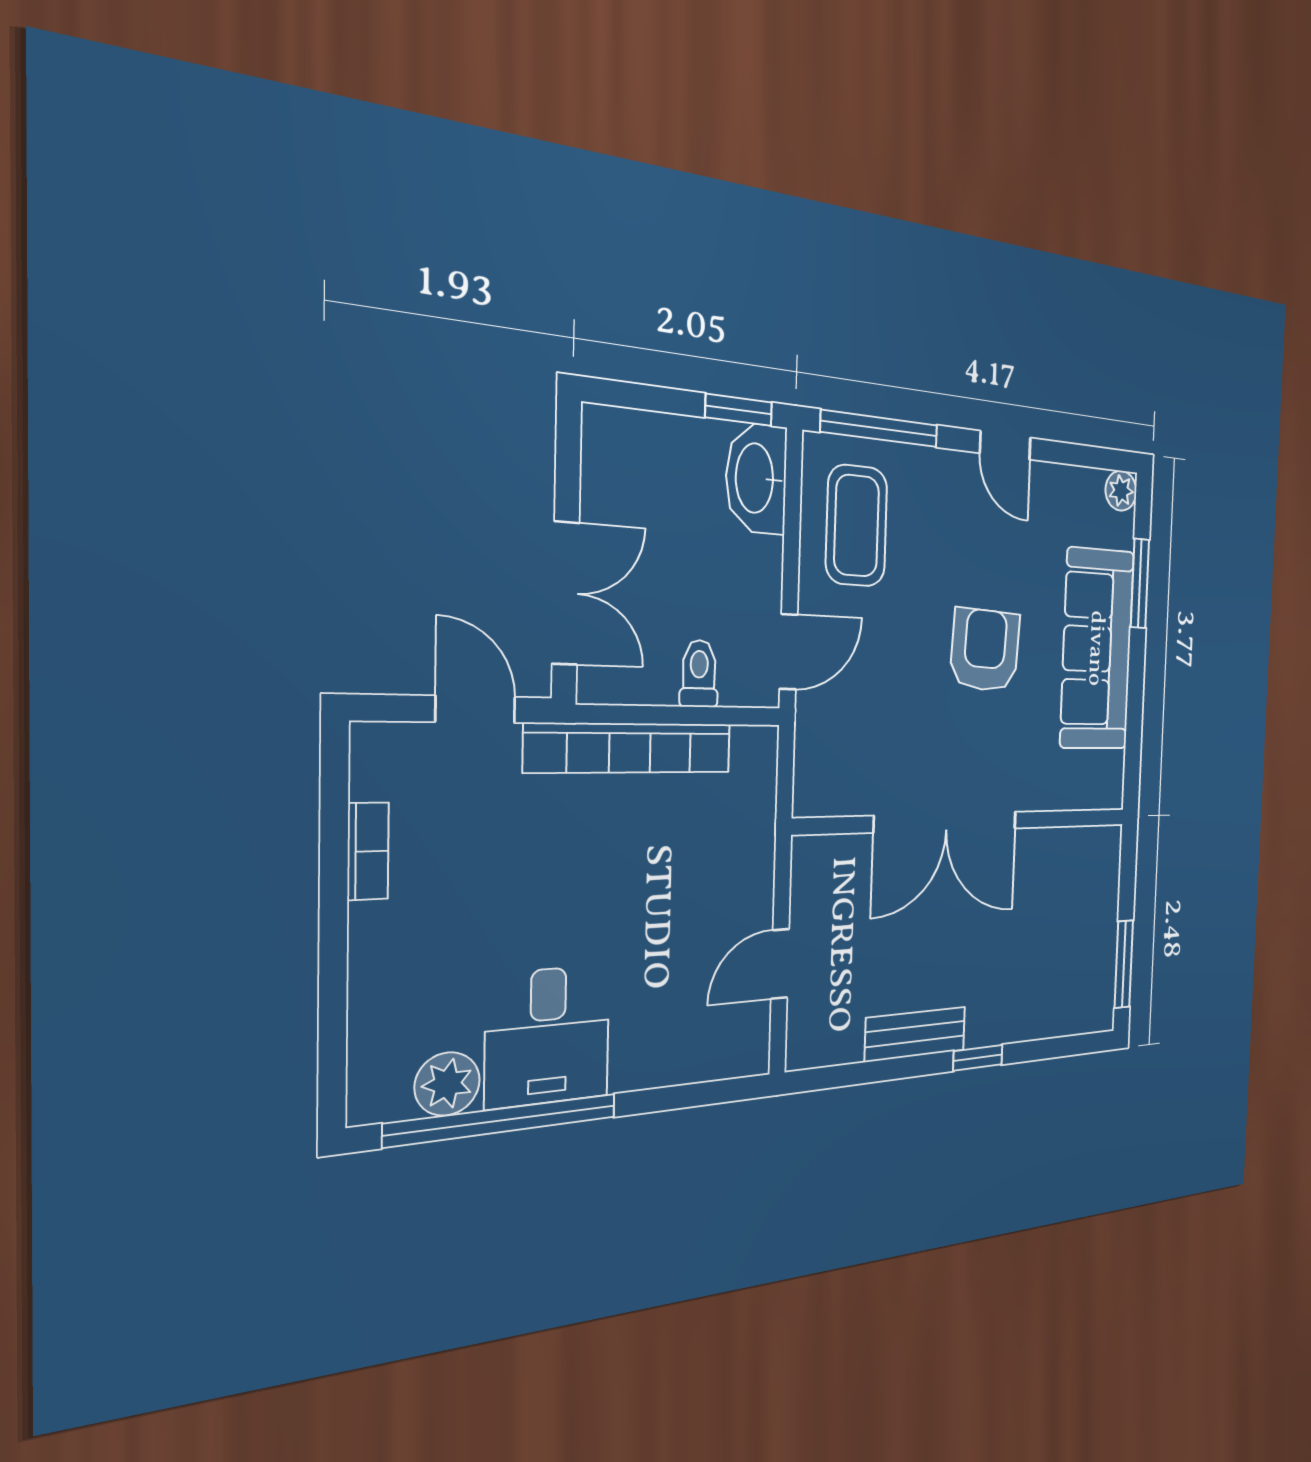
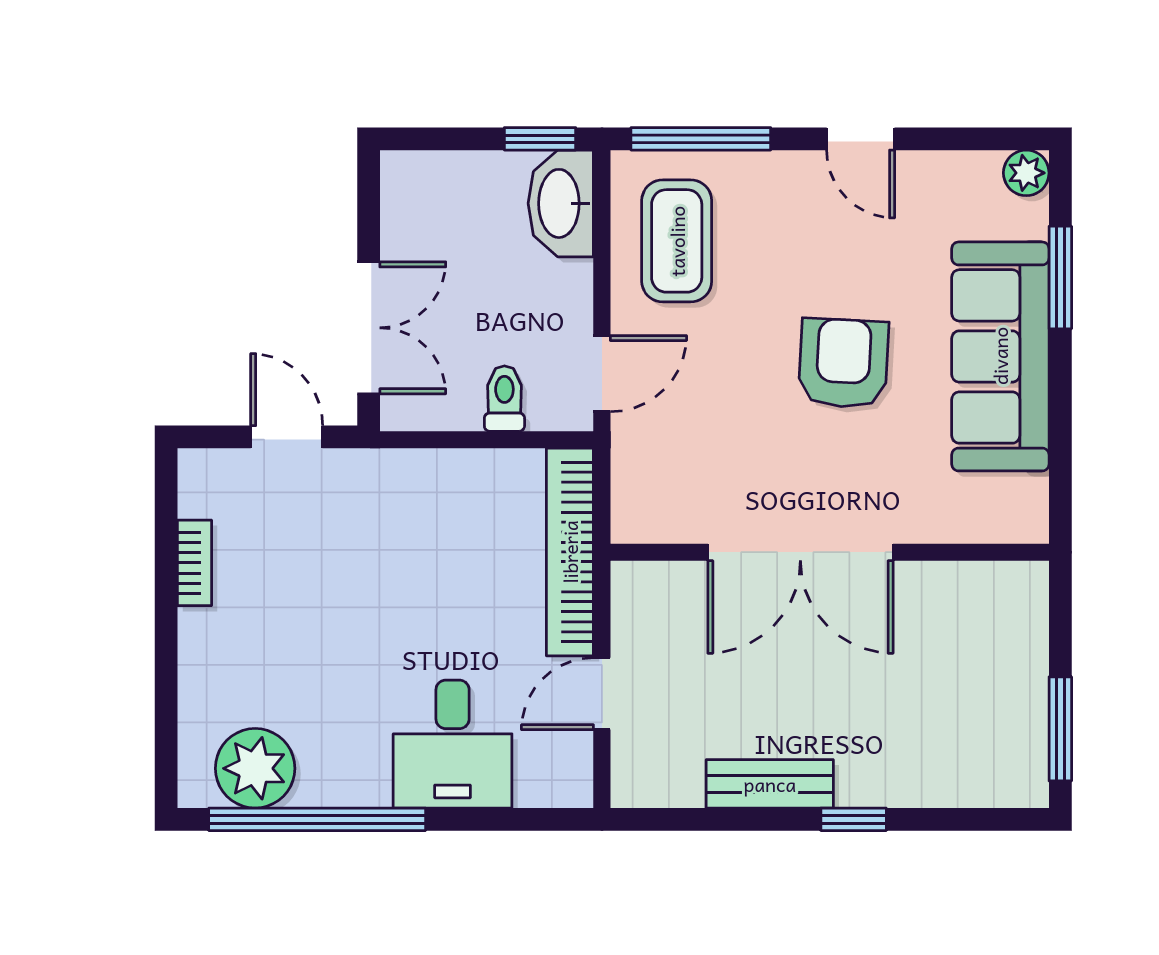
bookcase: (630, 748) -> (570, 552), moved, turned 90
desk: (548, 1036) -> (453, 744), moved
plant: (447, 1084) -> (255, 768), width x1.36, depth x1.36

